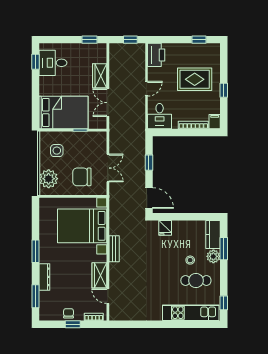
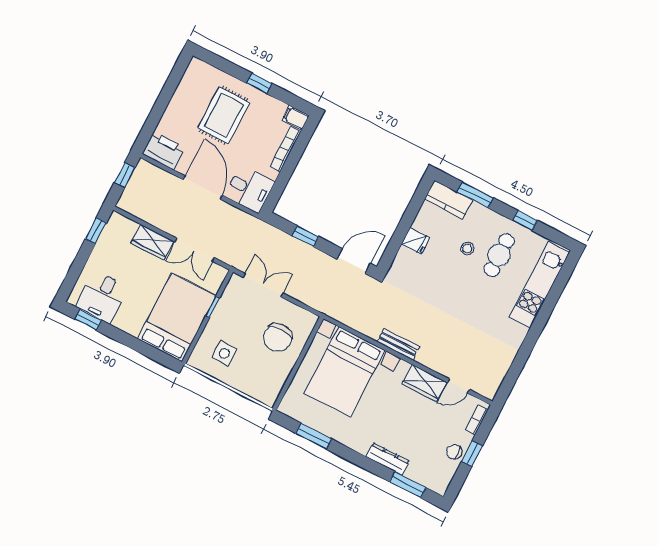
window: (199, 40) -> (173, 81), removed
door: (147, 89) -> (203, 187), width x1.88
double door: (108, 168) -> (263, 285), moved
plant: (49, 179) -> (257, 384), removed
fridge: (165, 228) -> (416, 241), moved
window: (36, 251) -> (314, 436), moved
plant: (213, 256) -> (479, 214), removed
window: (224, 303) -> (525, 221), moved

